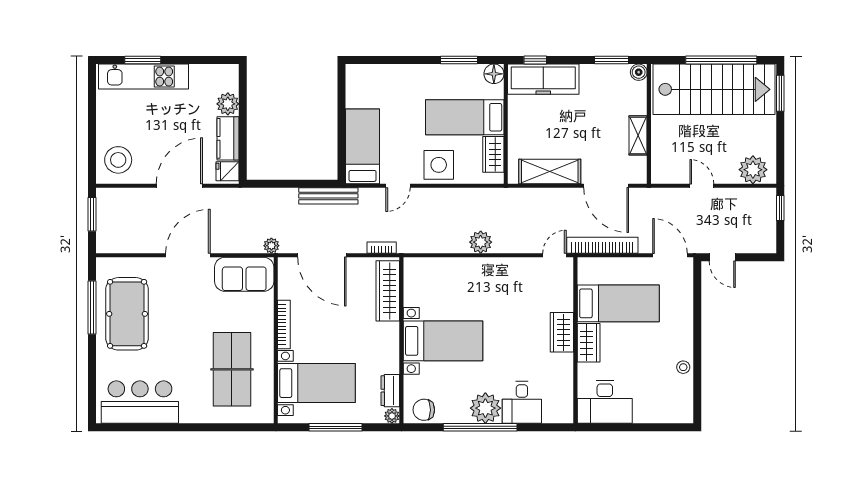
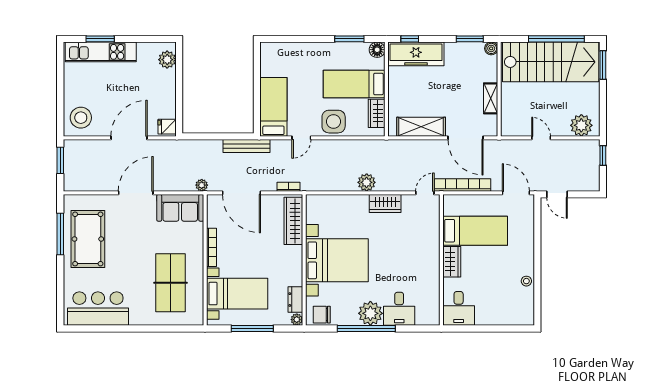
plant: (228, 104) -> (167, 60), moved
kitchen counter: (228, 138) -> (167, 101), removed
wardrobe: (562, 332) -> (385, 203), moved, turned -90
bed with nightstands: (443, 341) -> (337, 260), width x1.36
desk: (605, 402) -> (459, 308), width x0.73

